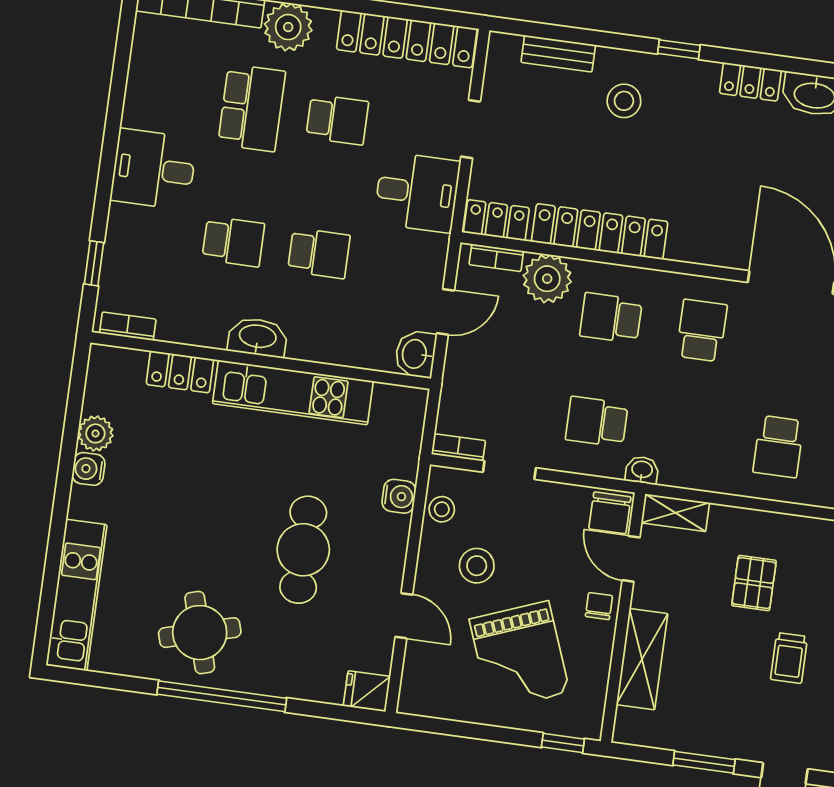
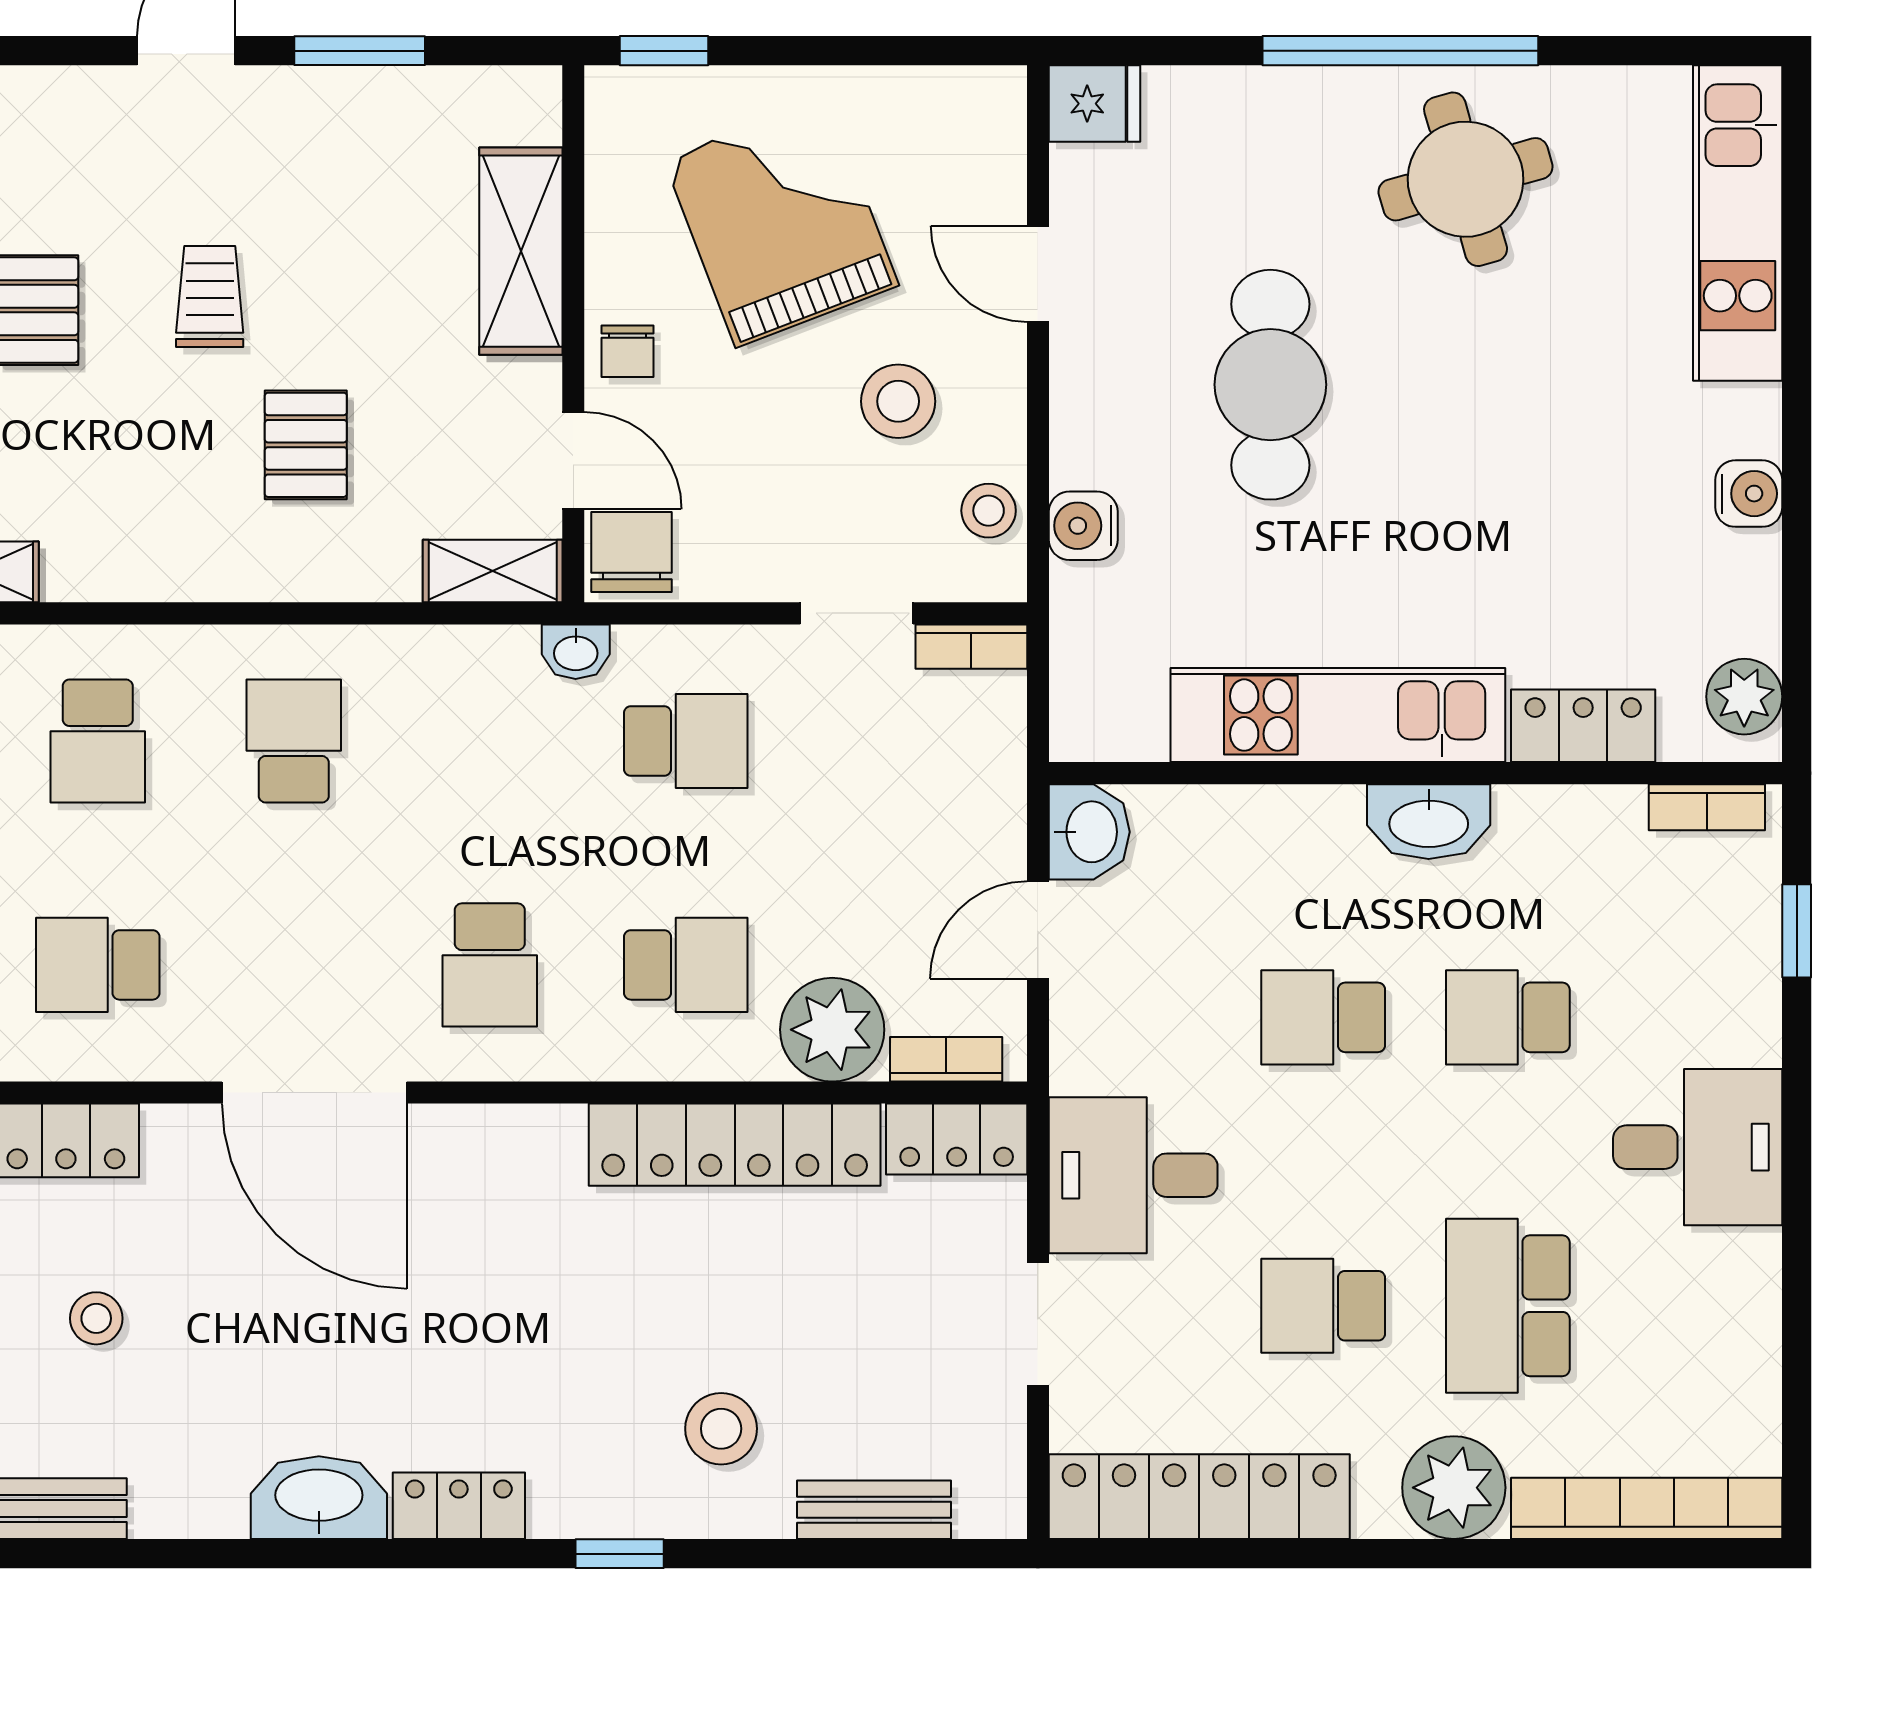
plant: (95, 433) -> (1744, 697), moved

